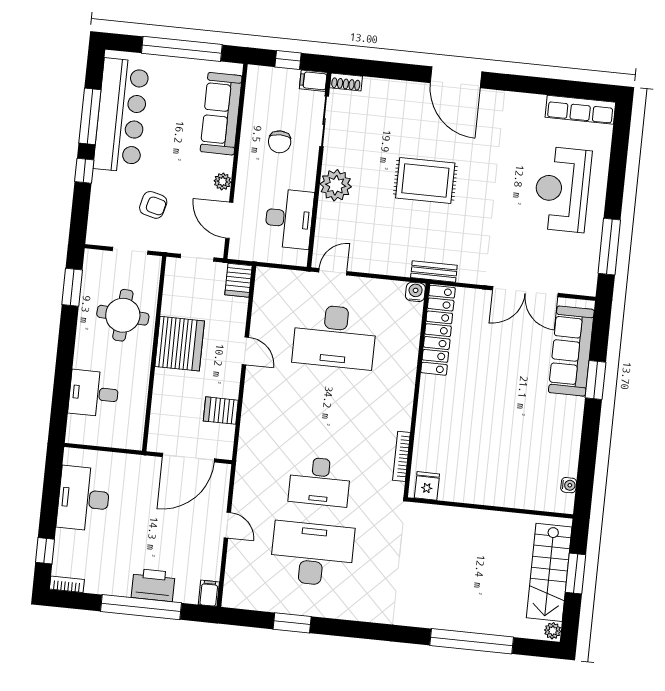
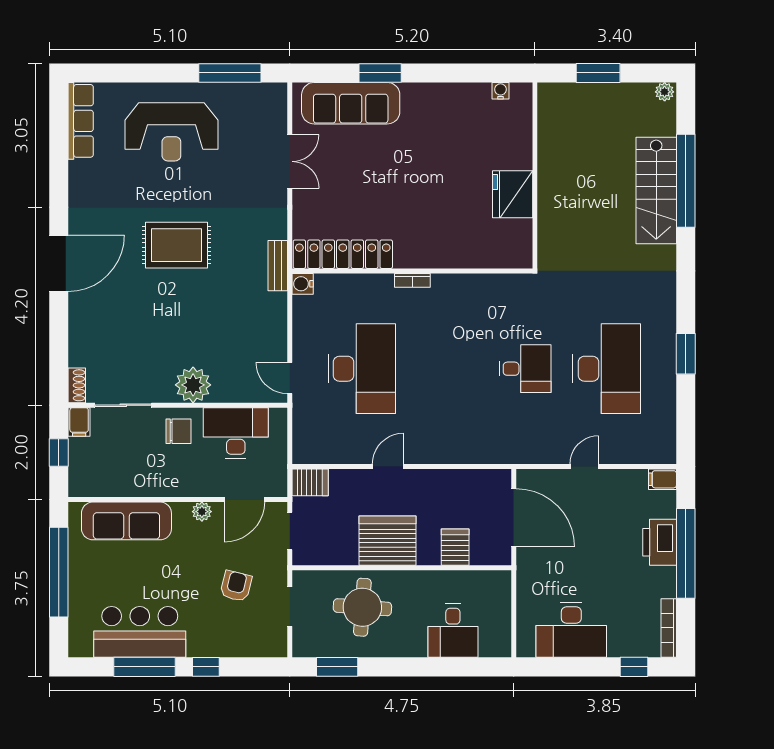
bar counter: (121, 115) -> (140, 632), width x0.73
chair: (280, 142) -> (179, 431), moved
rug: (425, 180) -> (177, 245), moved, turned 90
double door: (525, 292) -> (290, 161), width x0.73
server rack: (221, 411) -> (455, 547), moved, turned 180
bookcase: (402, 456) -> (412, 280), moved, width x0.64
desk: (320, 481) -> (525, 369), width x0.73
fridge: (427, 486) -> (513, 194), moved, width x1.88, depth x1.34
desk: (312, 554) -> (607, 369), turned 180
stairs: (549, 572) -> (656, 190), moved, turned 90
bookcase: (67, 584) -> (669, 628), width x1.56
window: (292, 623) -> (686, 354), moved

